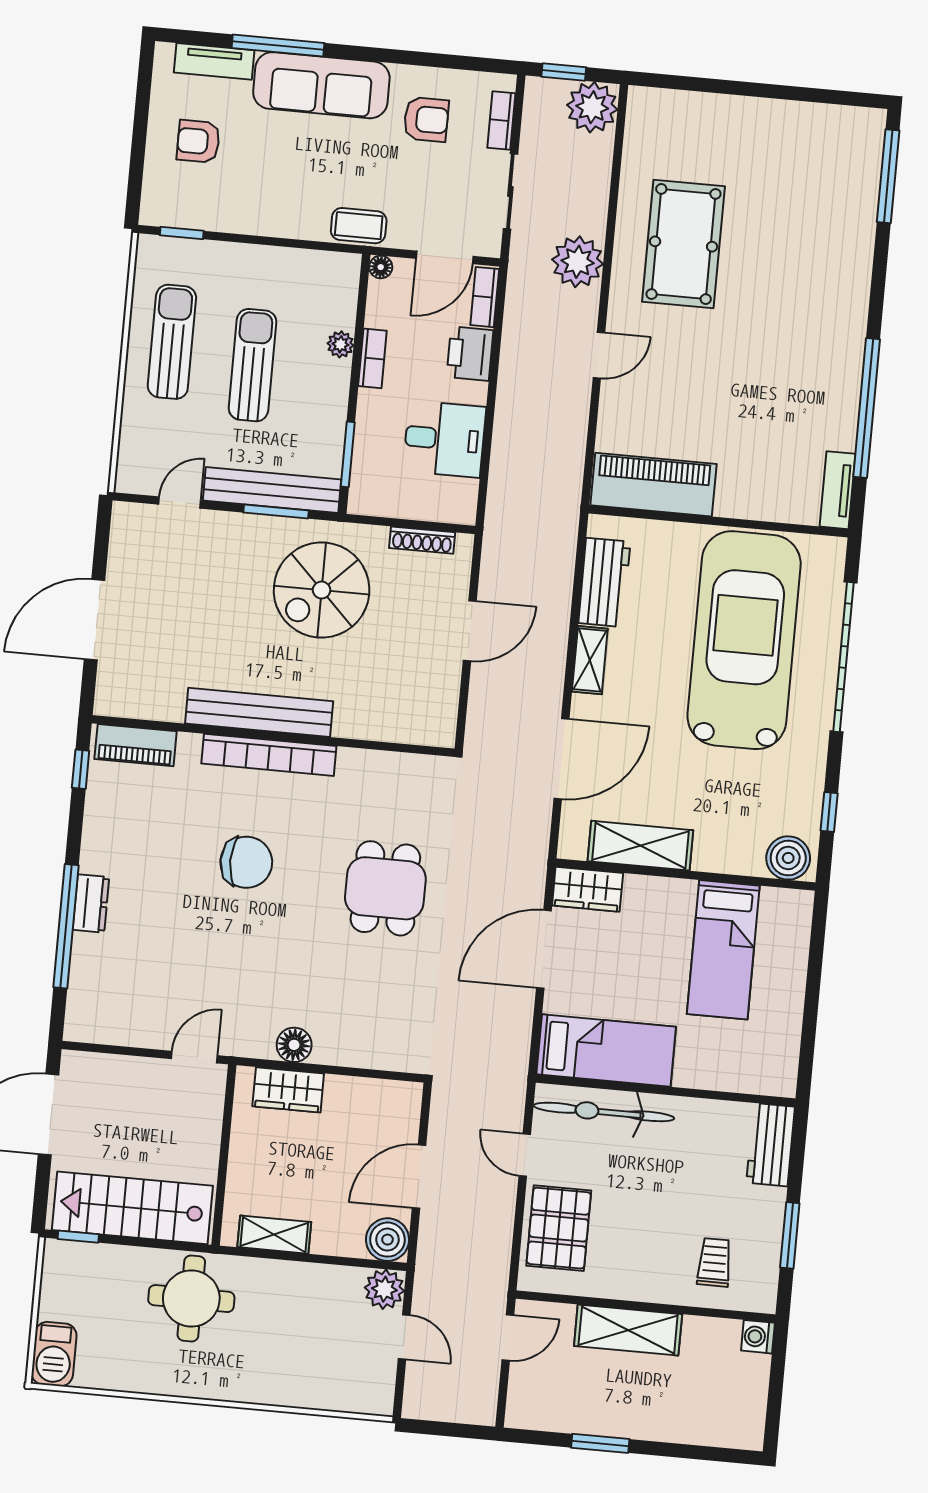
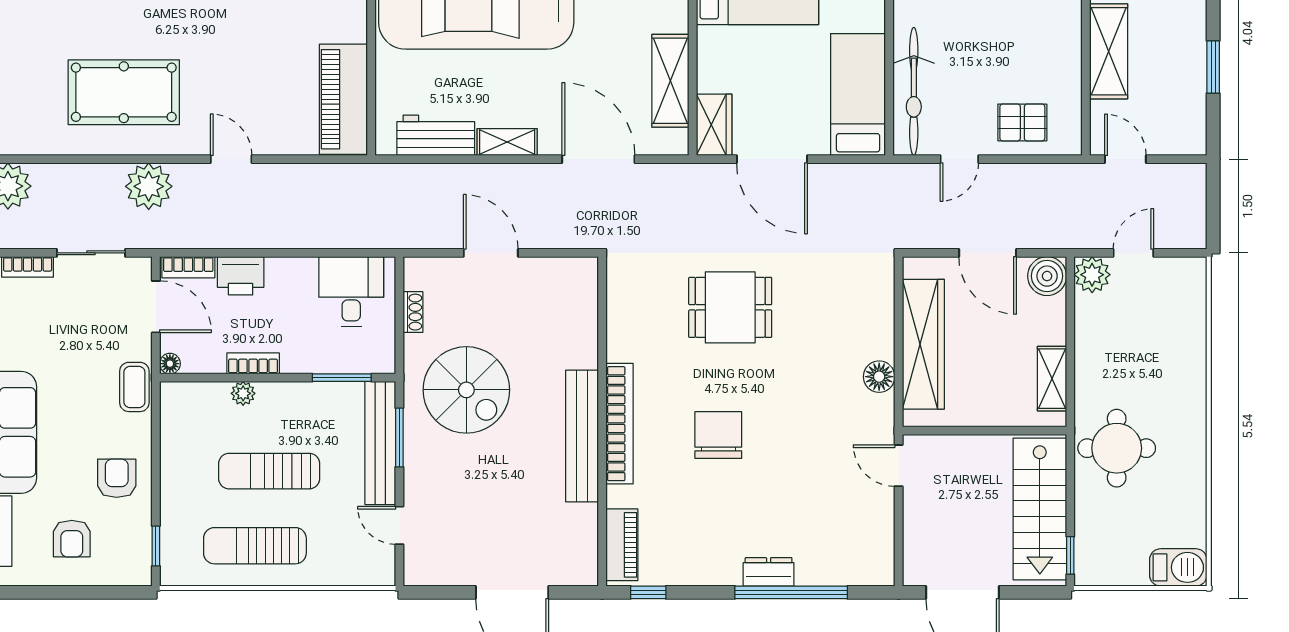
armchair: (426, 119) -> (117, 478), moved
desk: (445, 439) -> (351, 292), moved
shoe rack: (422, 540) -> (413, 312), width x0.70
wardrobe: (288, 1090) -> (923, 344), width x2.10, depth x1.17
pallet: (559, 1228) -> (1022, 122), width x0.67, depth x0.71

